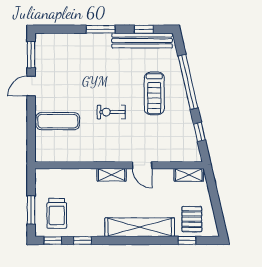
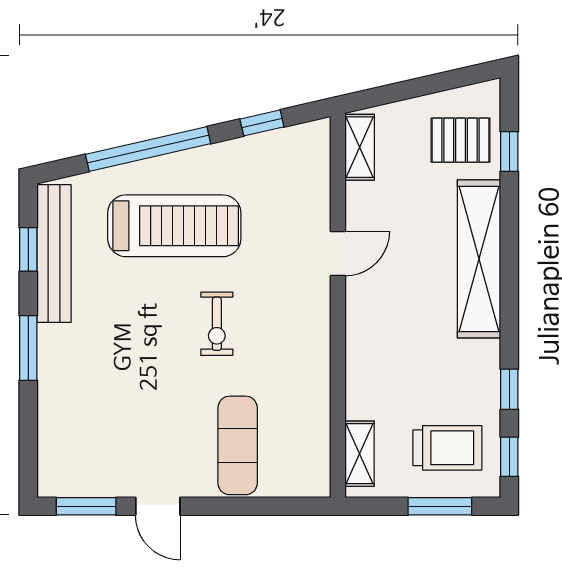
treadmill: (154, 93) -> (174, 226), width x1.37, depth x1.38
shelving: (112, 175) -> (360, 454), moved

